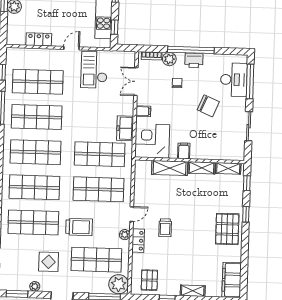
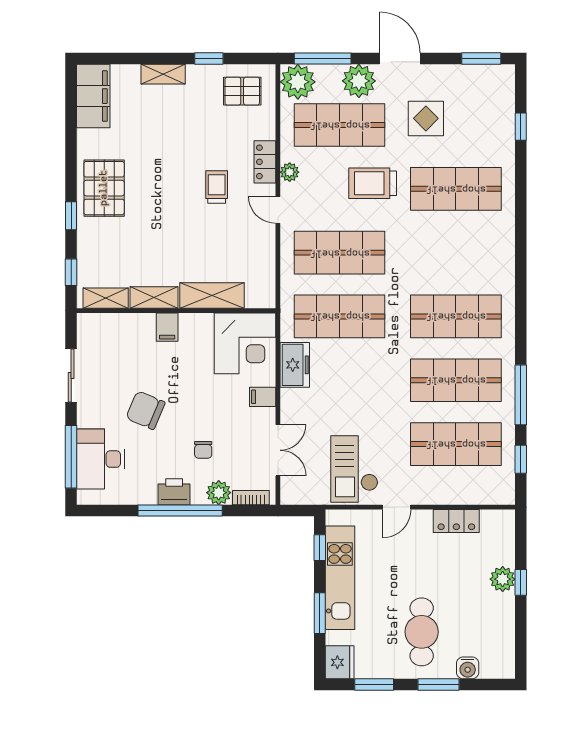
checkout: (94, 70) -> (354, 469), turned 180
filing cabinet: (184, 151) -> (167, 327), moved
shop shelf: (34, 187) -> (456, 253), removed
door: (132, 214) -> (278, 210), hinge flipped
pallet: (149, 280) -> (242, 91), turned 90
plant: (35, 286) -> (359, 81), moved, width x1.88, depth x1.88

